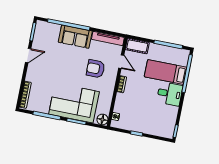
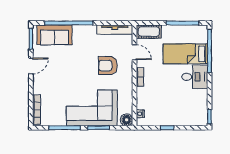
sofa: (75, 37) -> (54, 35), moved

